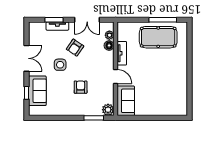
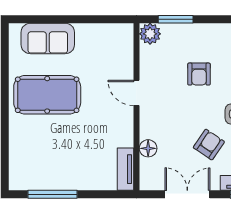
plant: (109, 35) -> (147, 167), removed
pool table: (158, 37) -> (47, 95), moved
tv unit: (122, 53) -> (125, 169), moved
sofa: (126, 101) -> (48, 38), moved, turned -90

